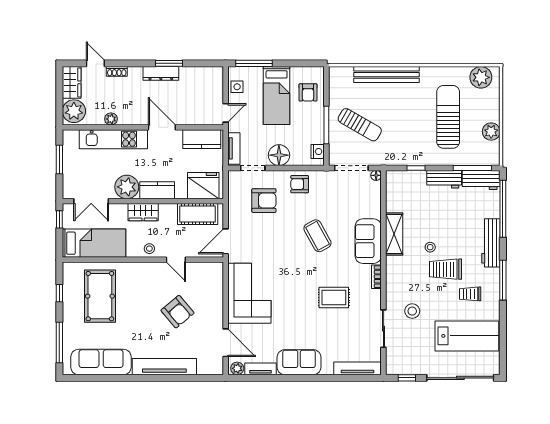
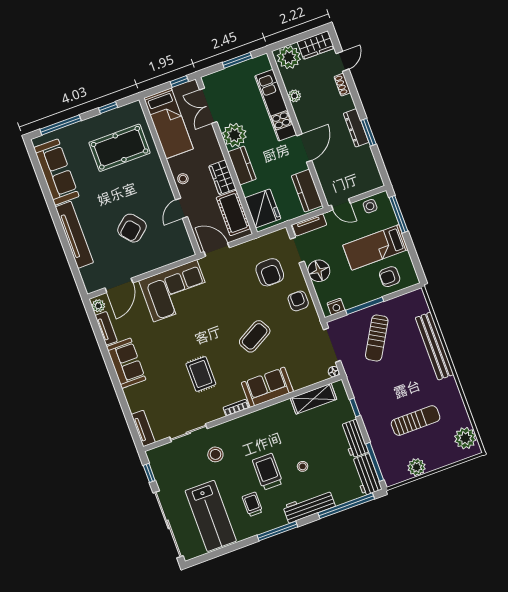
sun lounger: (448, 117) -> (416, 420), width x0.73, depth x0.75
wardrobe: (143, 212) -> (222, 177), moved
shelving: (394, 234) -> (313, 399), moved
stool: (430, 247) -> (303, 466), moved
tv unit: (357, 368) -> (143, 428), width x0.71

